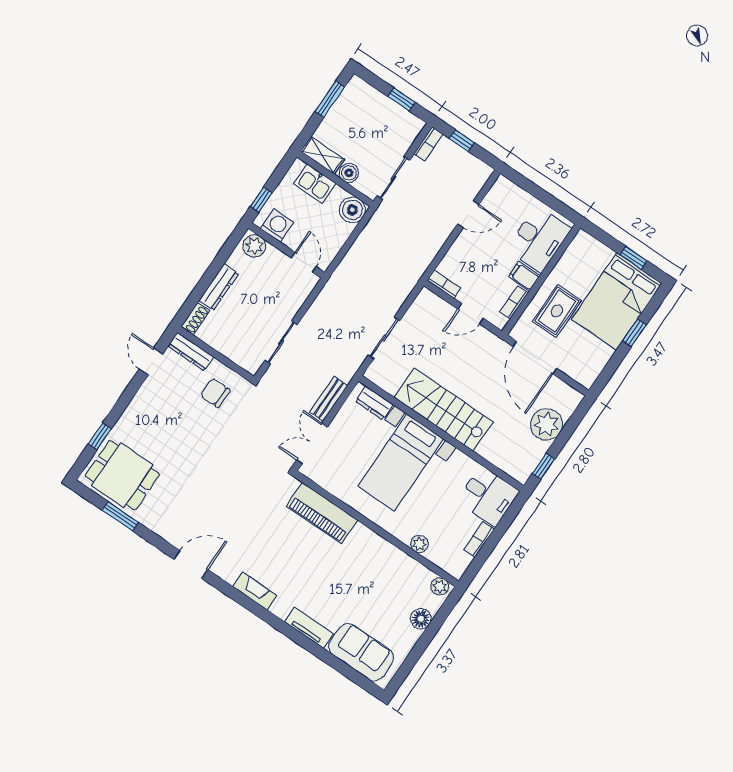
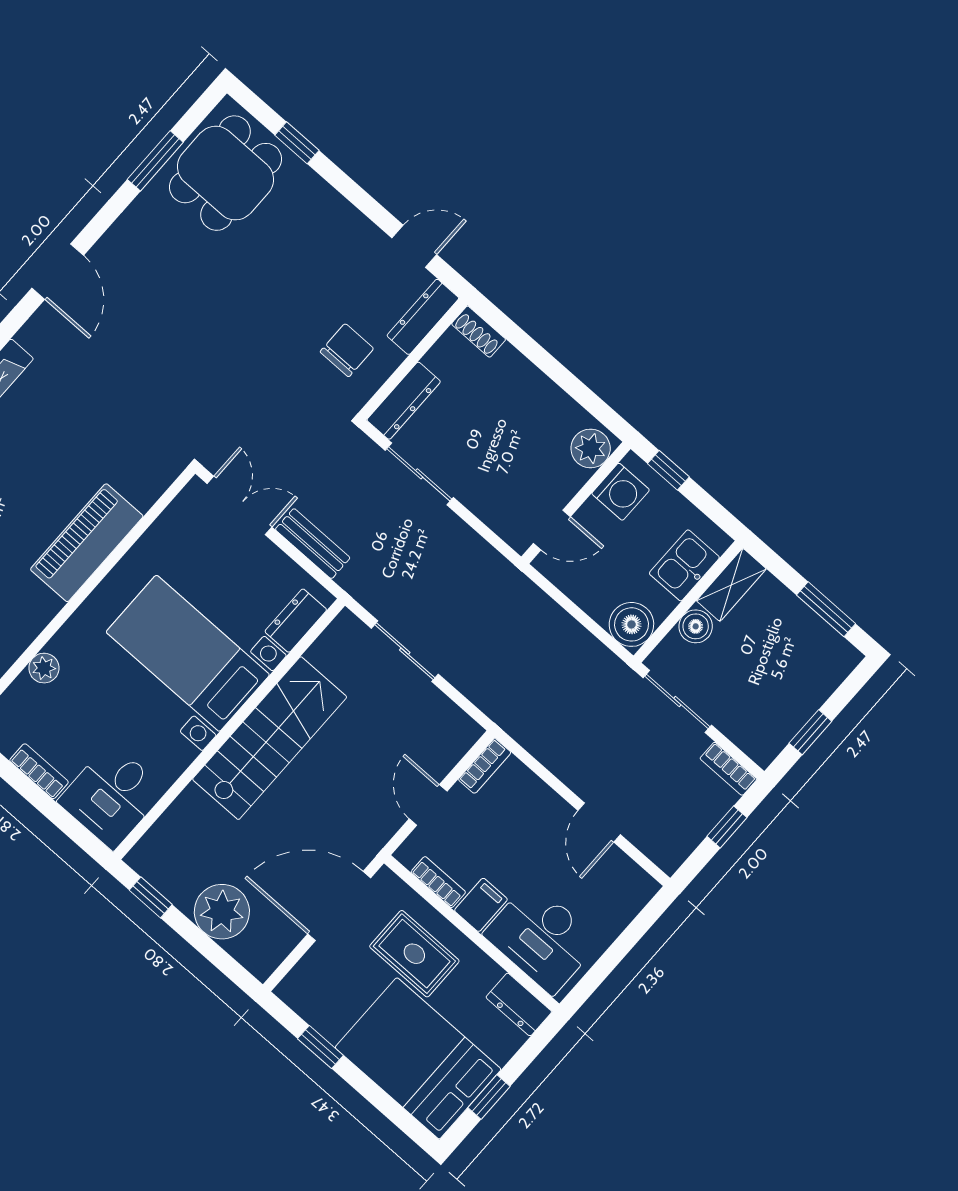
dresser: (579, 247) -> (519, 1004), added
dresser: (219, 287) -> (404, 401), moved, turned -90
window: (634, 333) -> (320, 1047), moved
piano: (322, 513) -> (87, 543), moved

